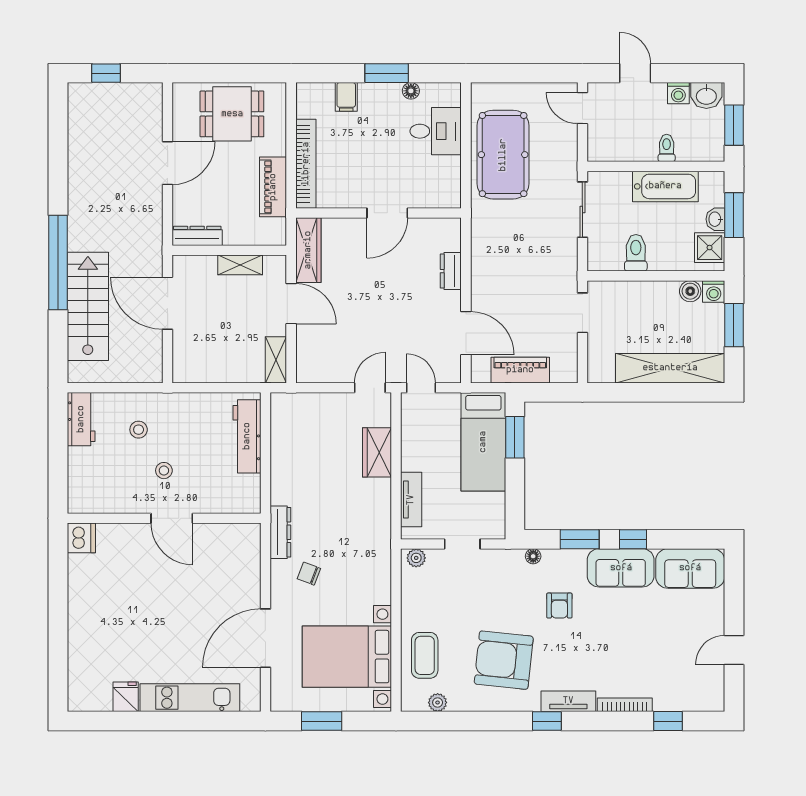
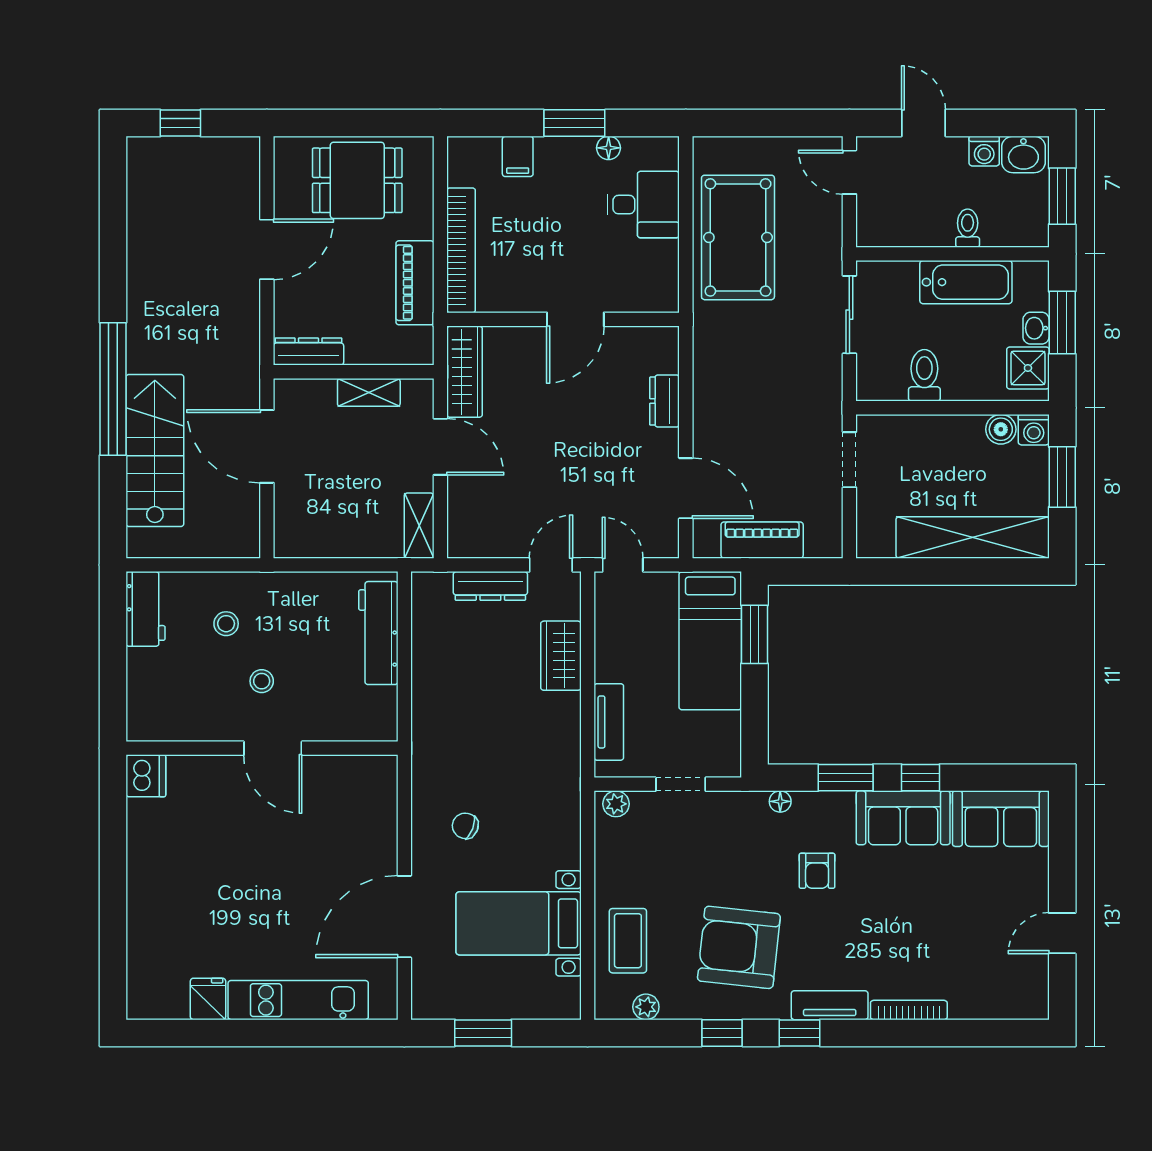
dresser: (280, 532) -> (490, 586), moved, turned 90
bed with nightstands: (347, 657) -> (519, 923), width x0.73
window: (668, 721) -> (722, 1033), moved

